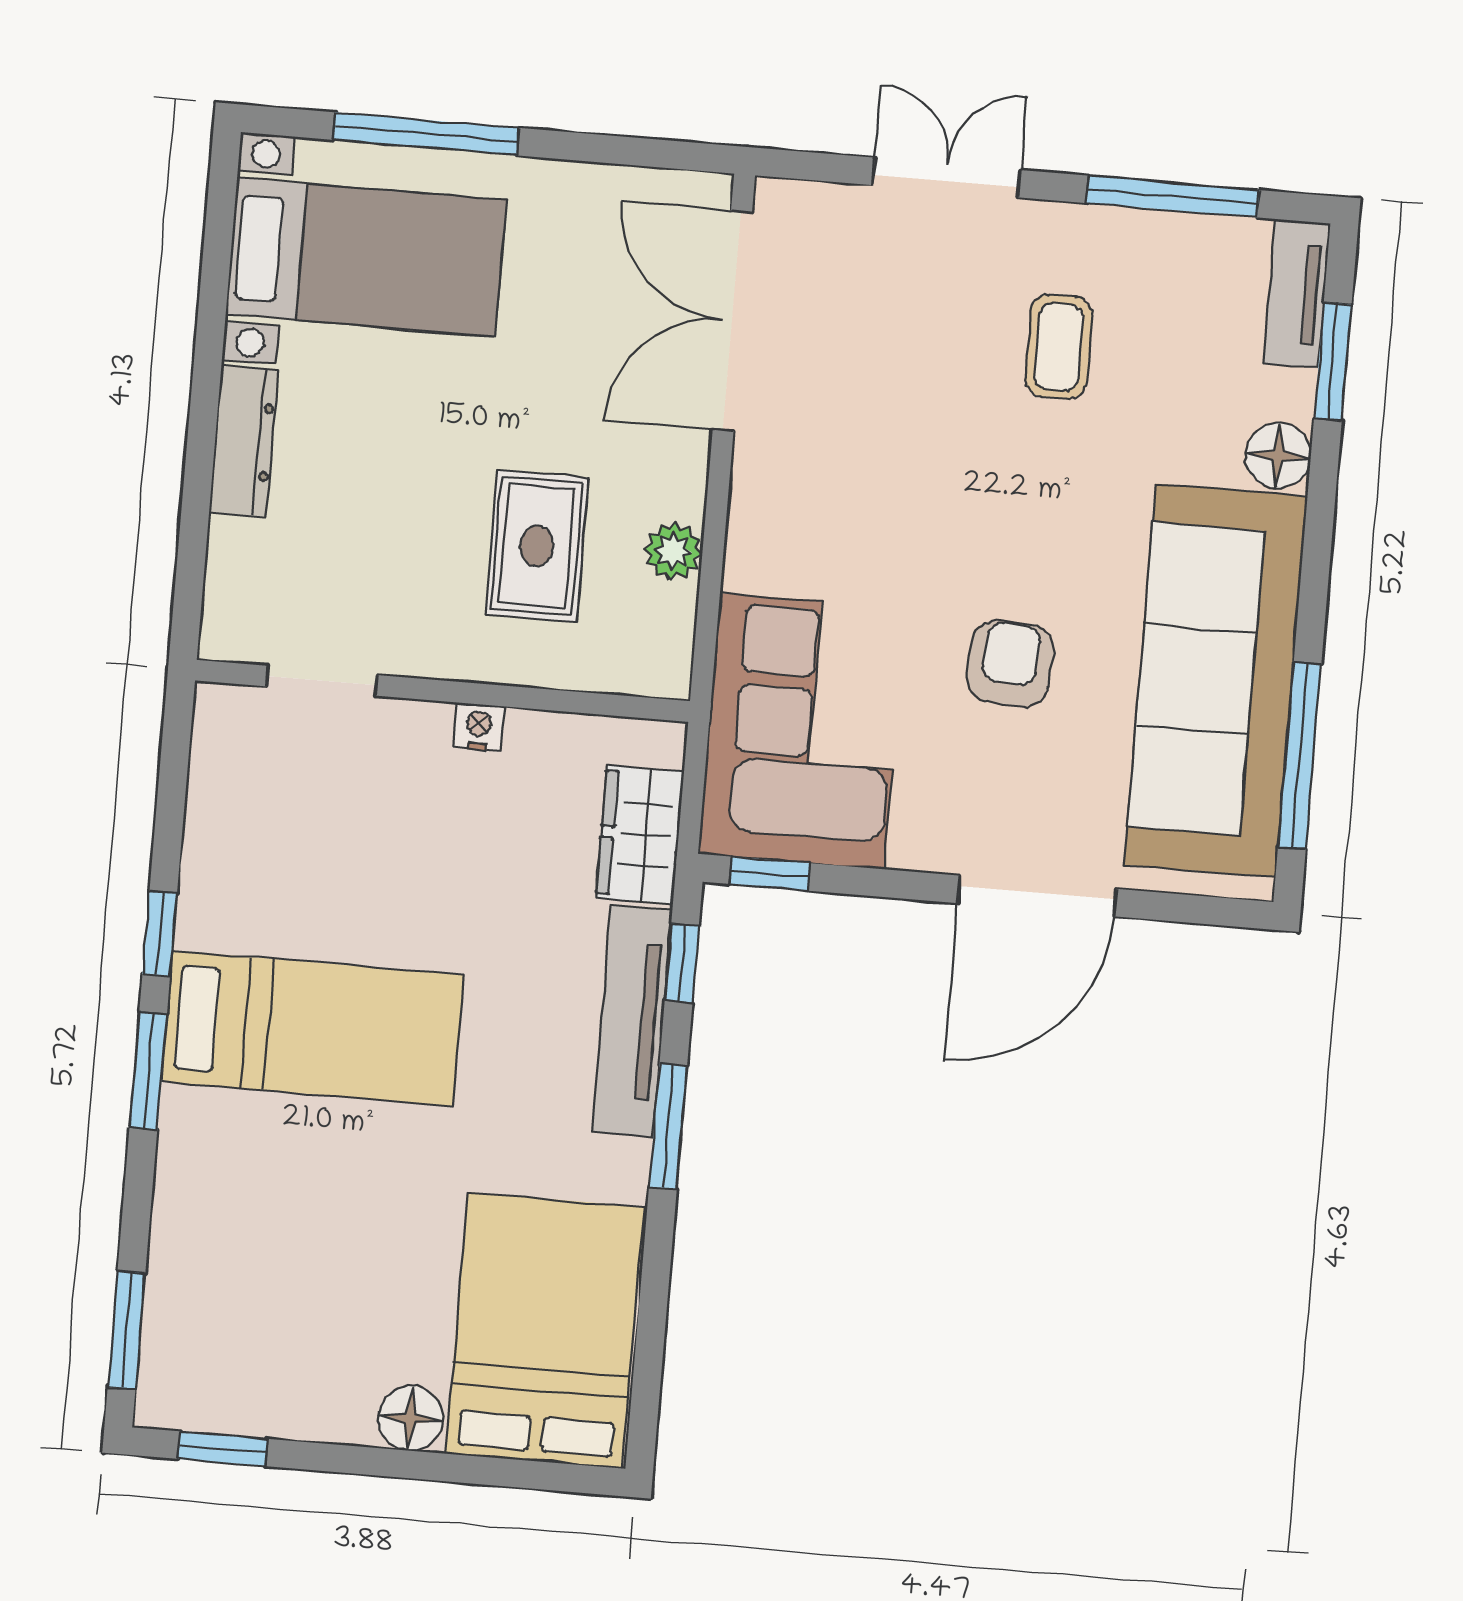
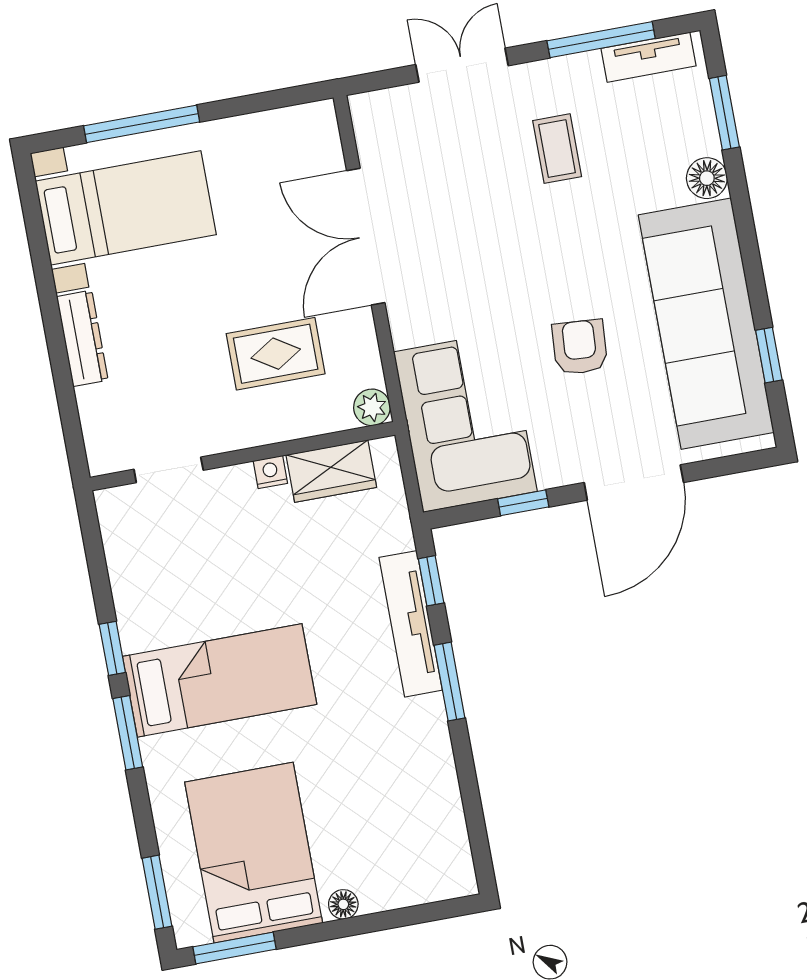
tv unit: (1297, 294) -> (649, 57), moved, turned -90
double door: (732, 321) -> (366, 237), moved
rug: (537, 546) -> (276, 354), turned 90
plant: (673, 551) -> (372, 407), moved
window: (1300, 756) -> (769, 355), width x0.46
wardrobe: (640, 835) -> (331, 471), moved, turned -90
window: (769, 874) -> (523, 503), moved
bed: (545, 1330) -> (254, 853), moved
floor lamp: (411, 1418) -> (343, 904), width x0.73, depth x0.73
window: (223, 1449) -> (235, 948), width x1.50

